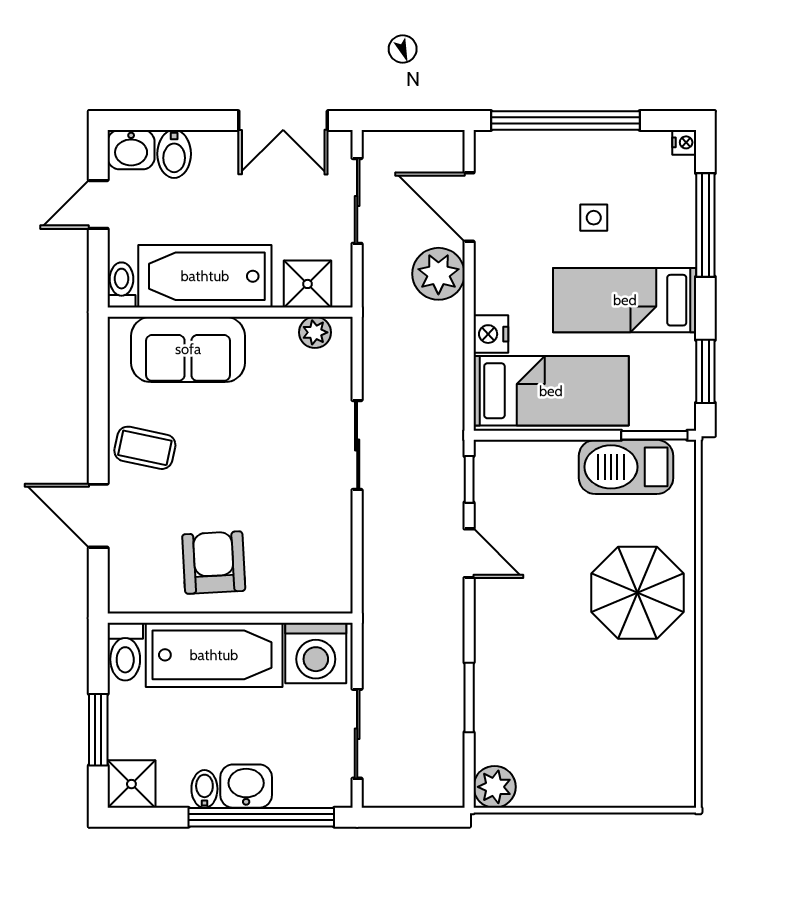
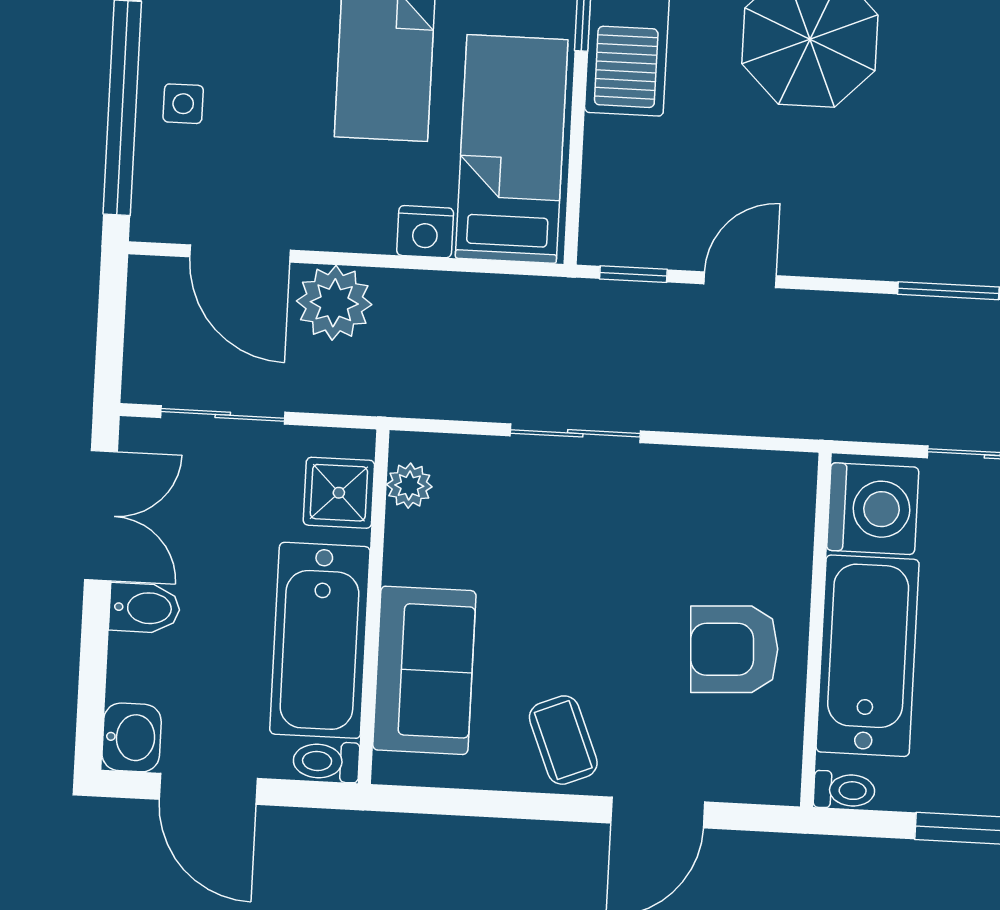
bidet: (174, 154) -> (145, 608), moved
door: (98, 204) -> (208, 789), width x1.38
door: (469, 207) -> (240, 254), hinge flipped
side table: (594, 218) -> (183, 104), moved
coffee table: (145, 448) -> (563, 740), turned -34
toilet: (125, 652) -> (844, 790), width x0.73, depth x0.72

